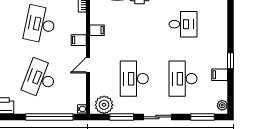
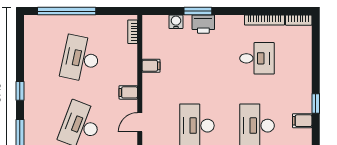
filing cabinet: (79, 40) -> (128, 92), moved
door: (88, 65) -> (140, 122), moved

